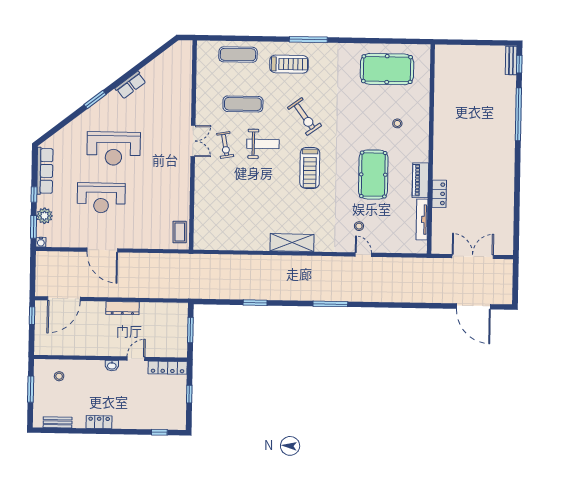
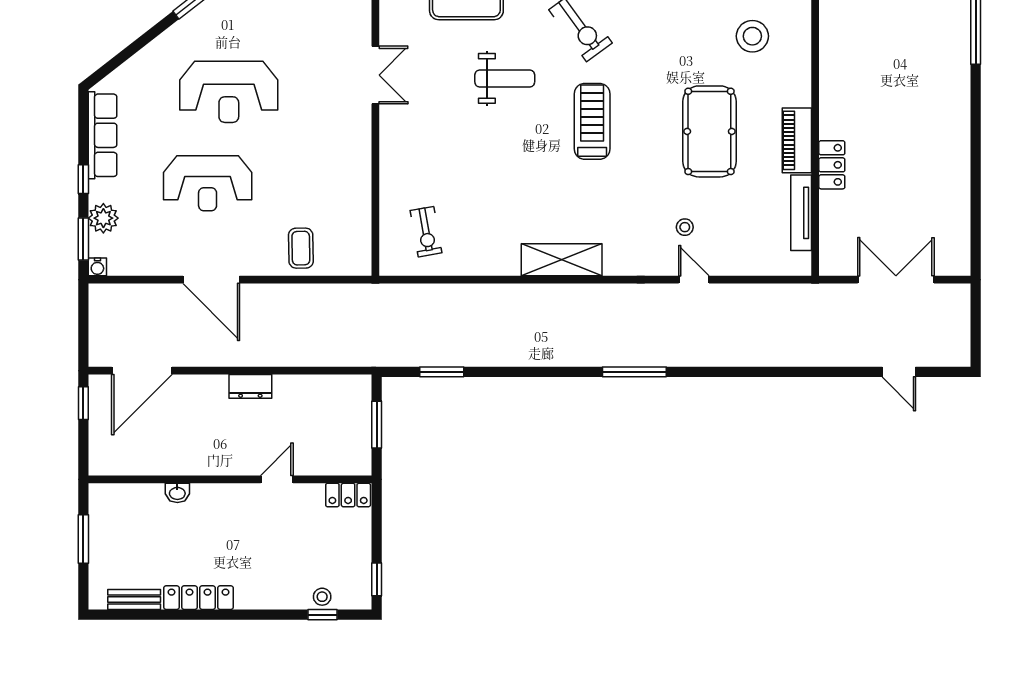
stool: (397, 123) -> (752, 36), width x1.89, depth x1.89
exercise bike: (225, 145) -> (426, 232), moved
treadmill: (310, 168) -> (592, 121), turned 180
coffee table: (180, 232) -> (301, 248), moved
window: (255, 303) -> (442, 372), moved
door: (473, 306) -> (899, 372), width x0.53
dresser: (122, 308) -> (250, 386), width x0.70
washbasin: (112, 366) -> (177, 493), moved
locker: (168, 368) -> (348, 495), width x0.66
stool: (59, 376) -> (322, 597), moved
window: (189, 394) -> (377, 579), moved
locker: (99, 422) -> (198, 598), width x1.53

